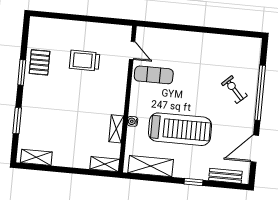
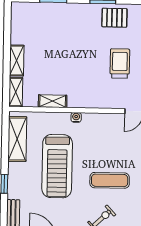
exercise mat: (154, 75) -> (110, 180), moved, turned 90
water cooler: (133, 121) -> (76, 117), moved
shelving: (36, 157) -> (17, 61), moved

